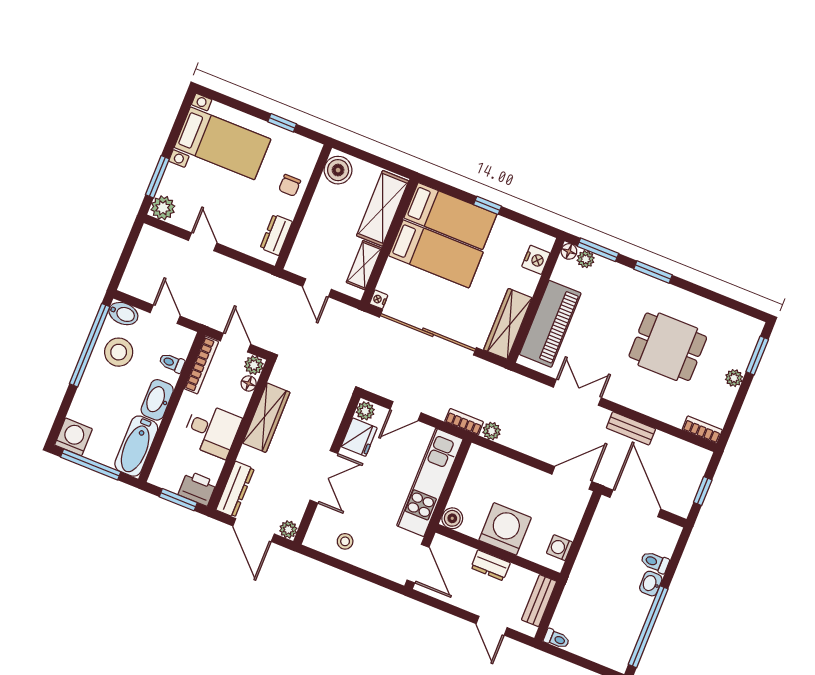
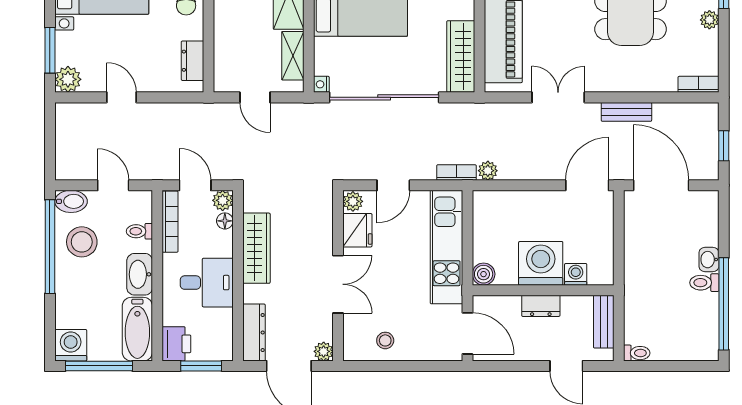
printer: (197, 488) -> (176, 344), moved, turned 90
washing machine: (559, 548) -> (576, 274), moved, turned 90
toilet: (655, 562) -> (704, 283), moved

